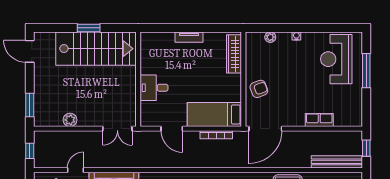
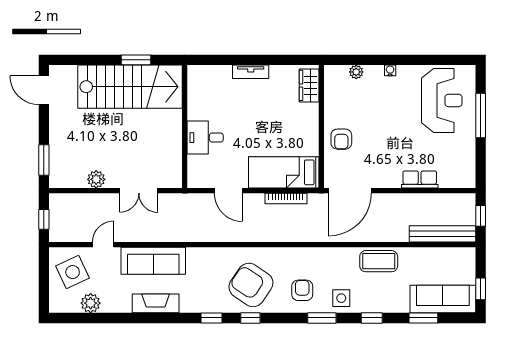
window: (89, 28) -> (136, 60), moved
wardrobe: (234, 54) -> (309, 85), width x0.67
reception desk: (336, 59) -> (442, 100), turned 180
armchair: (259, 89) -> (341, 139), turned 110
double door: (117, 129) -> (139, 191), moved

